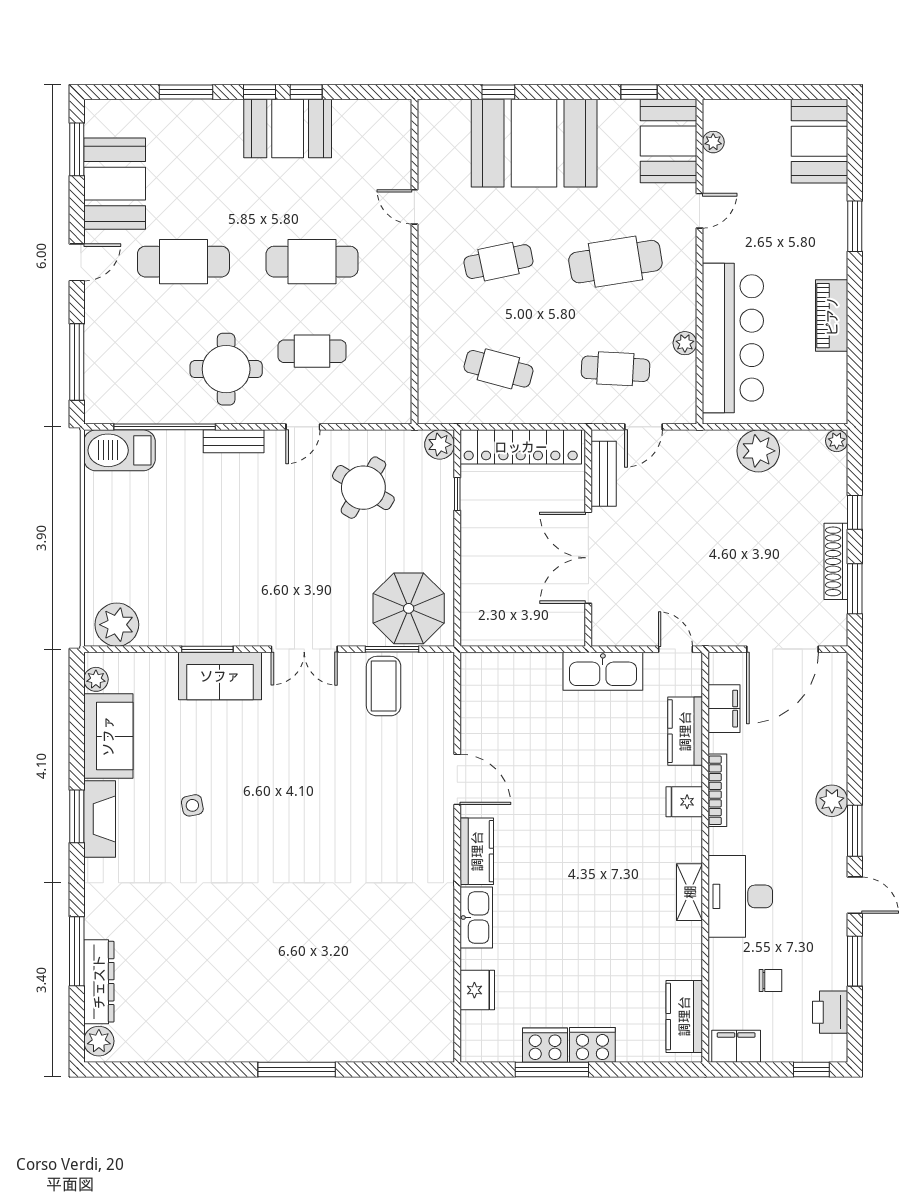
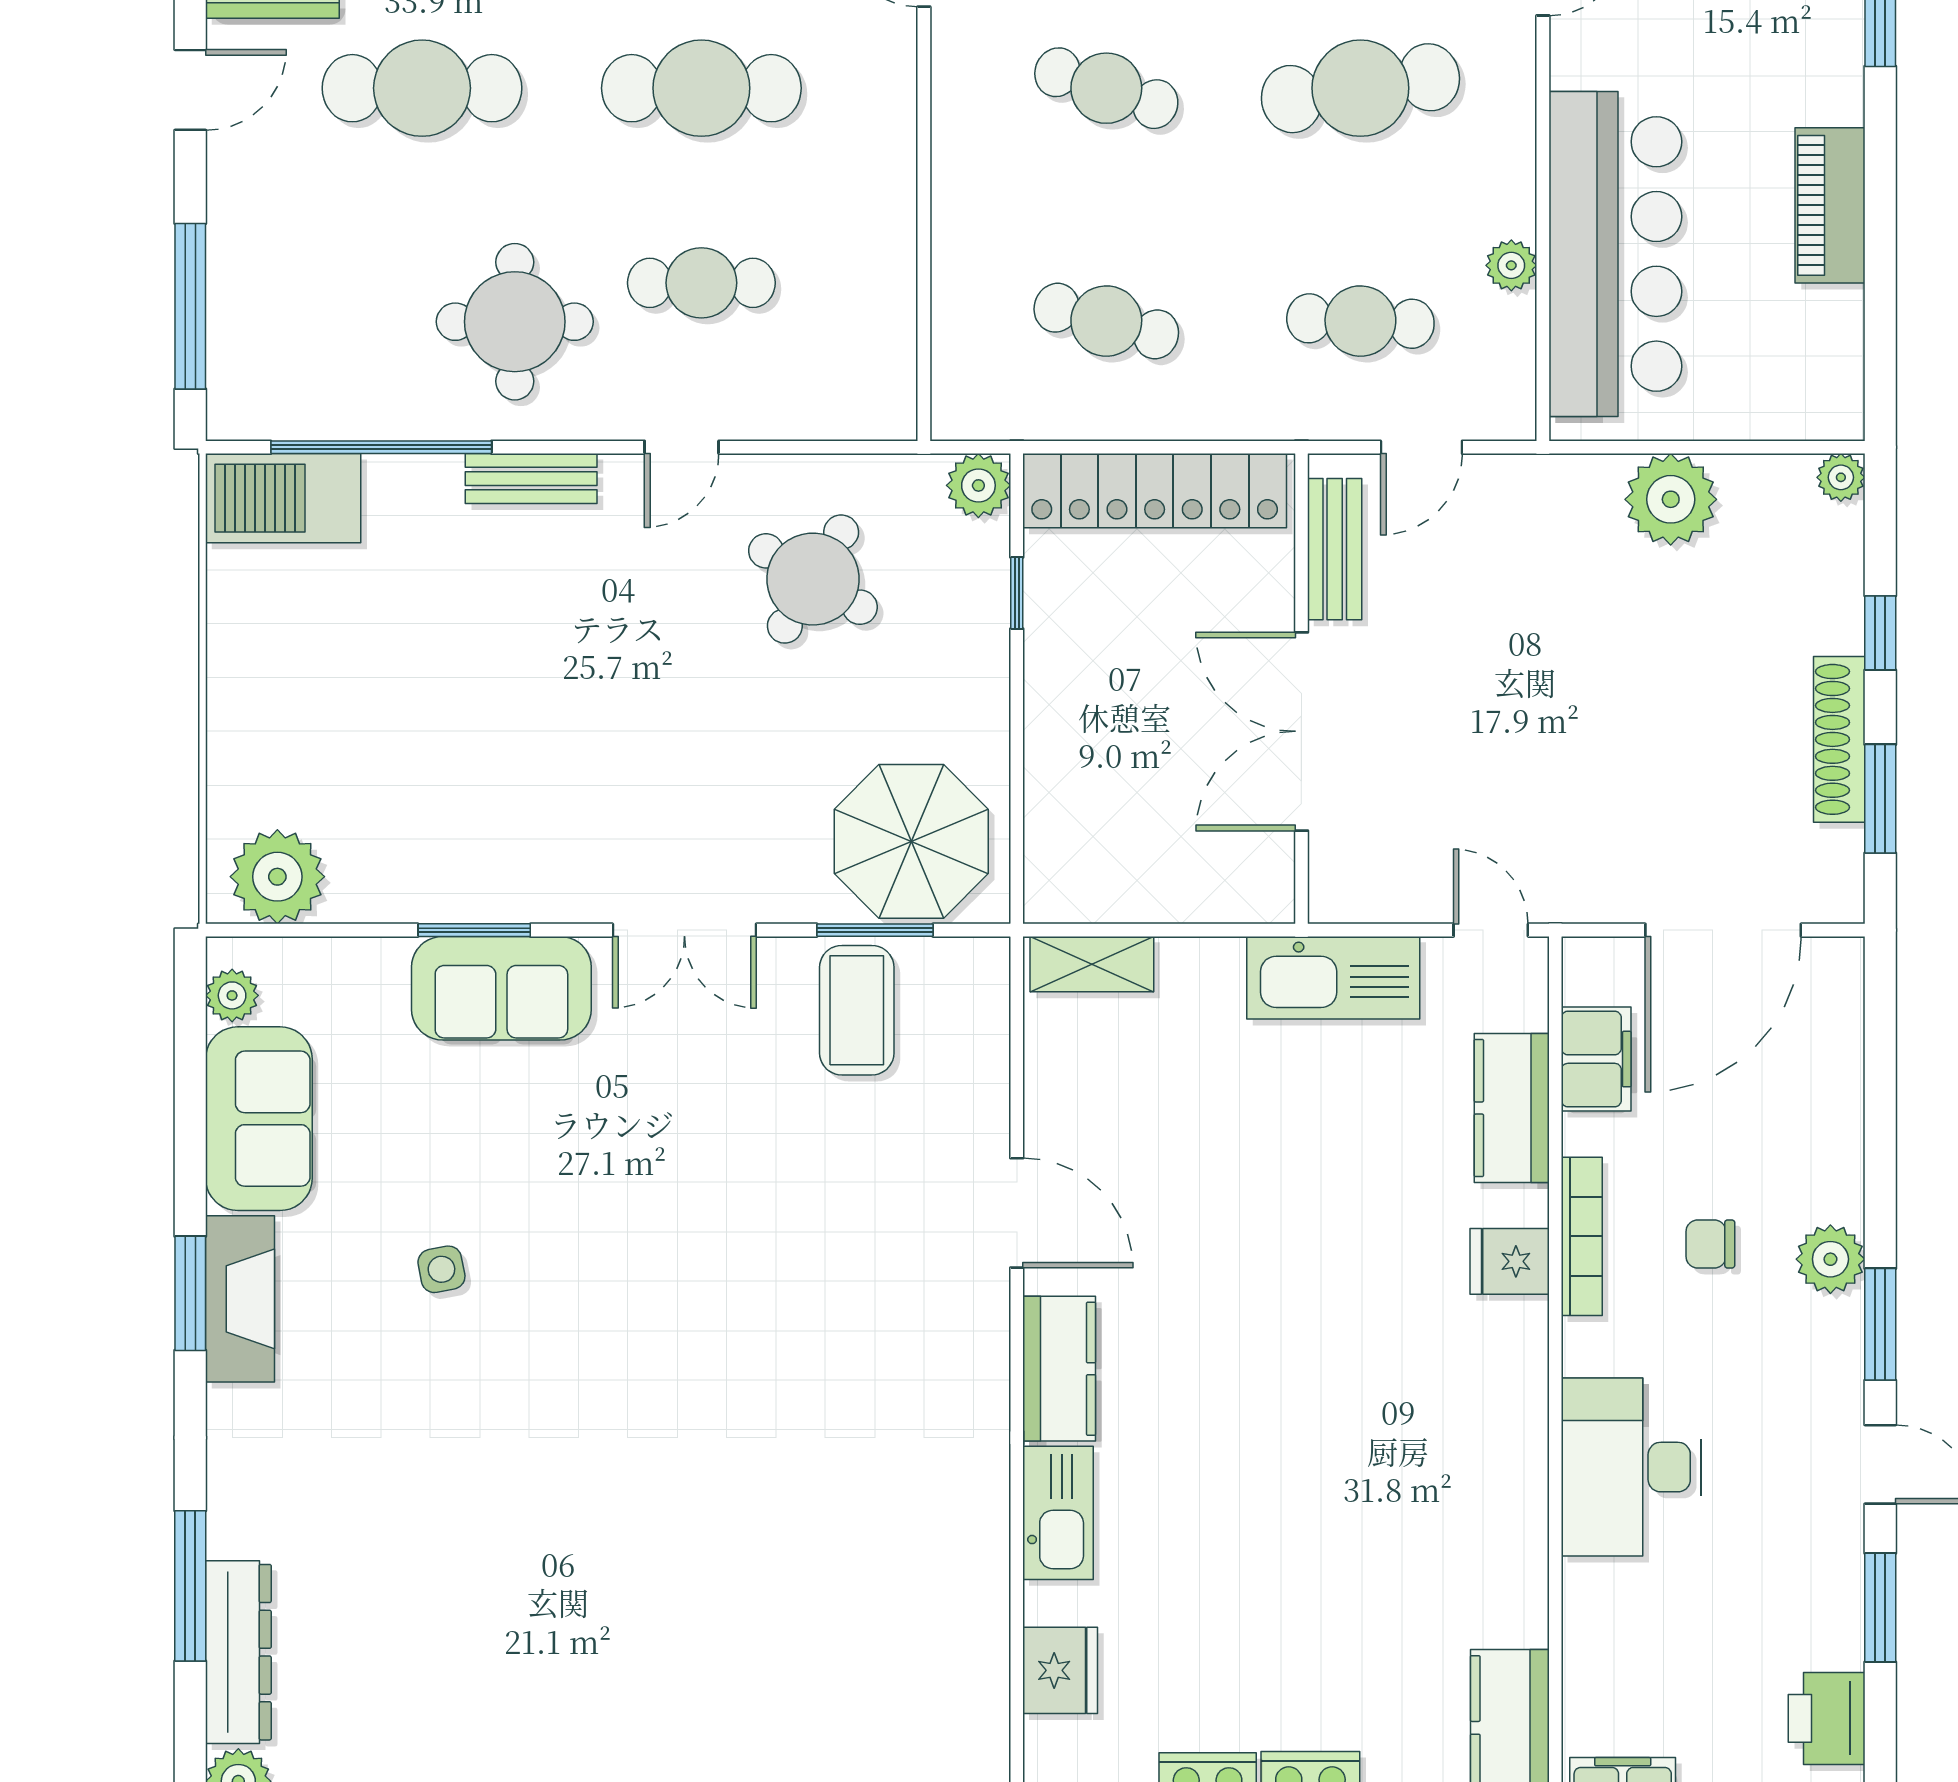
cafe table: (498, 262) -> (1106, 88), turned 30
shelving: (690, 892) -> (1092, 964), moved, turned 90
chair: (771, 980) -> (1710, 1244), moved, turned 180

